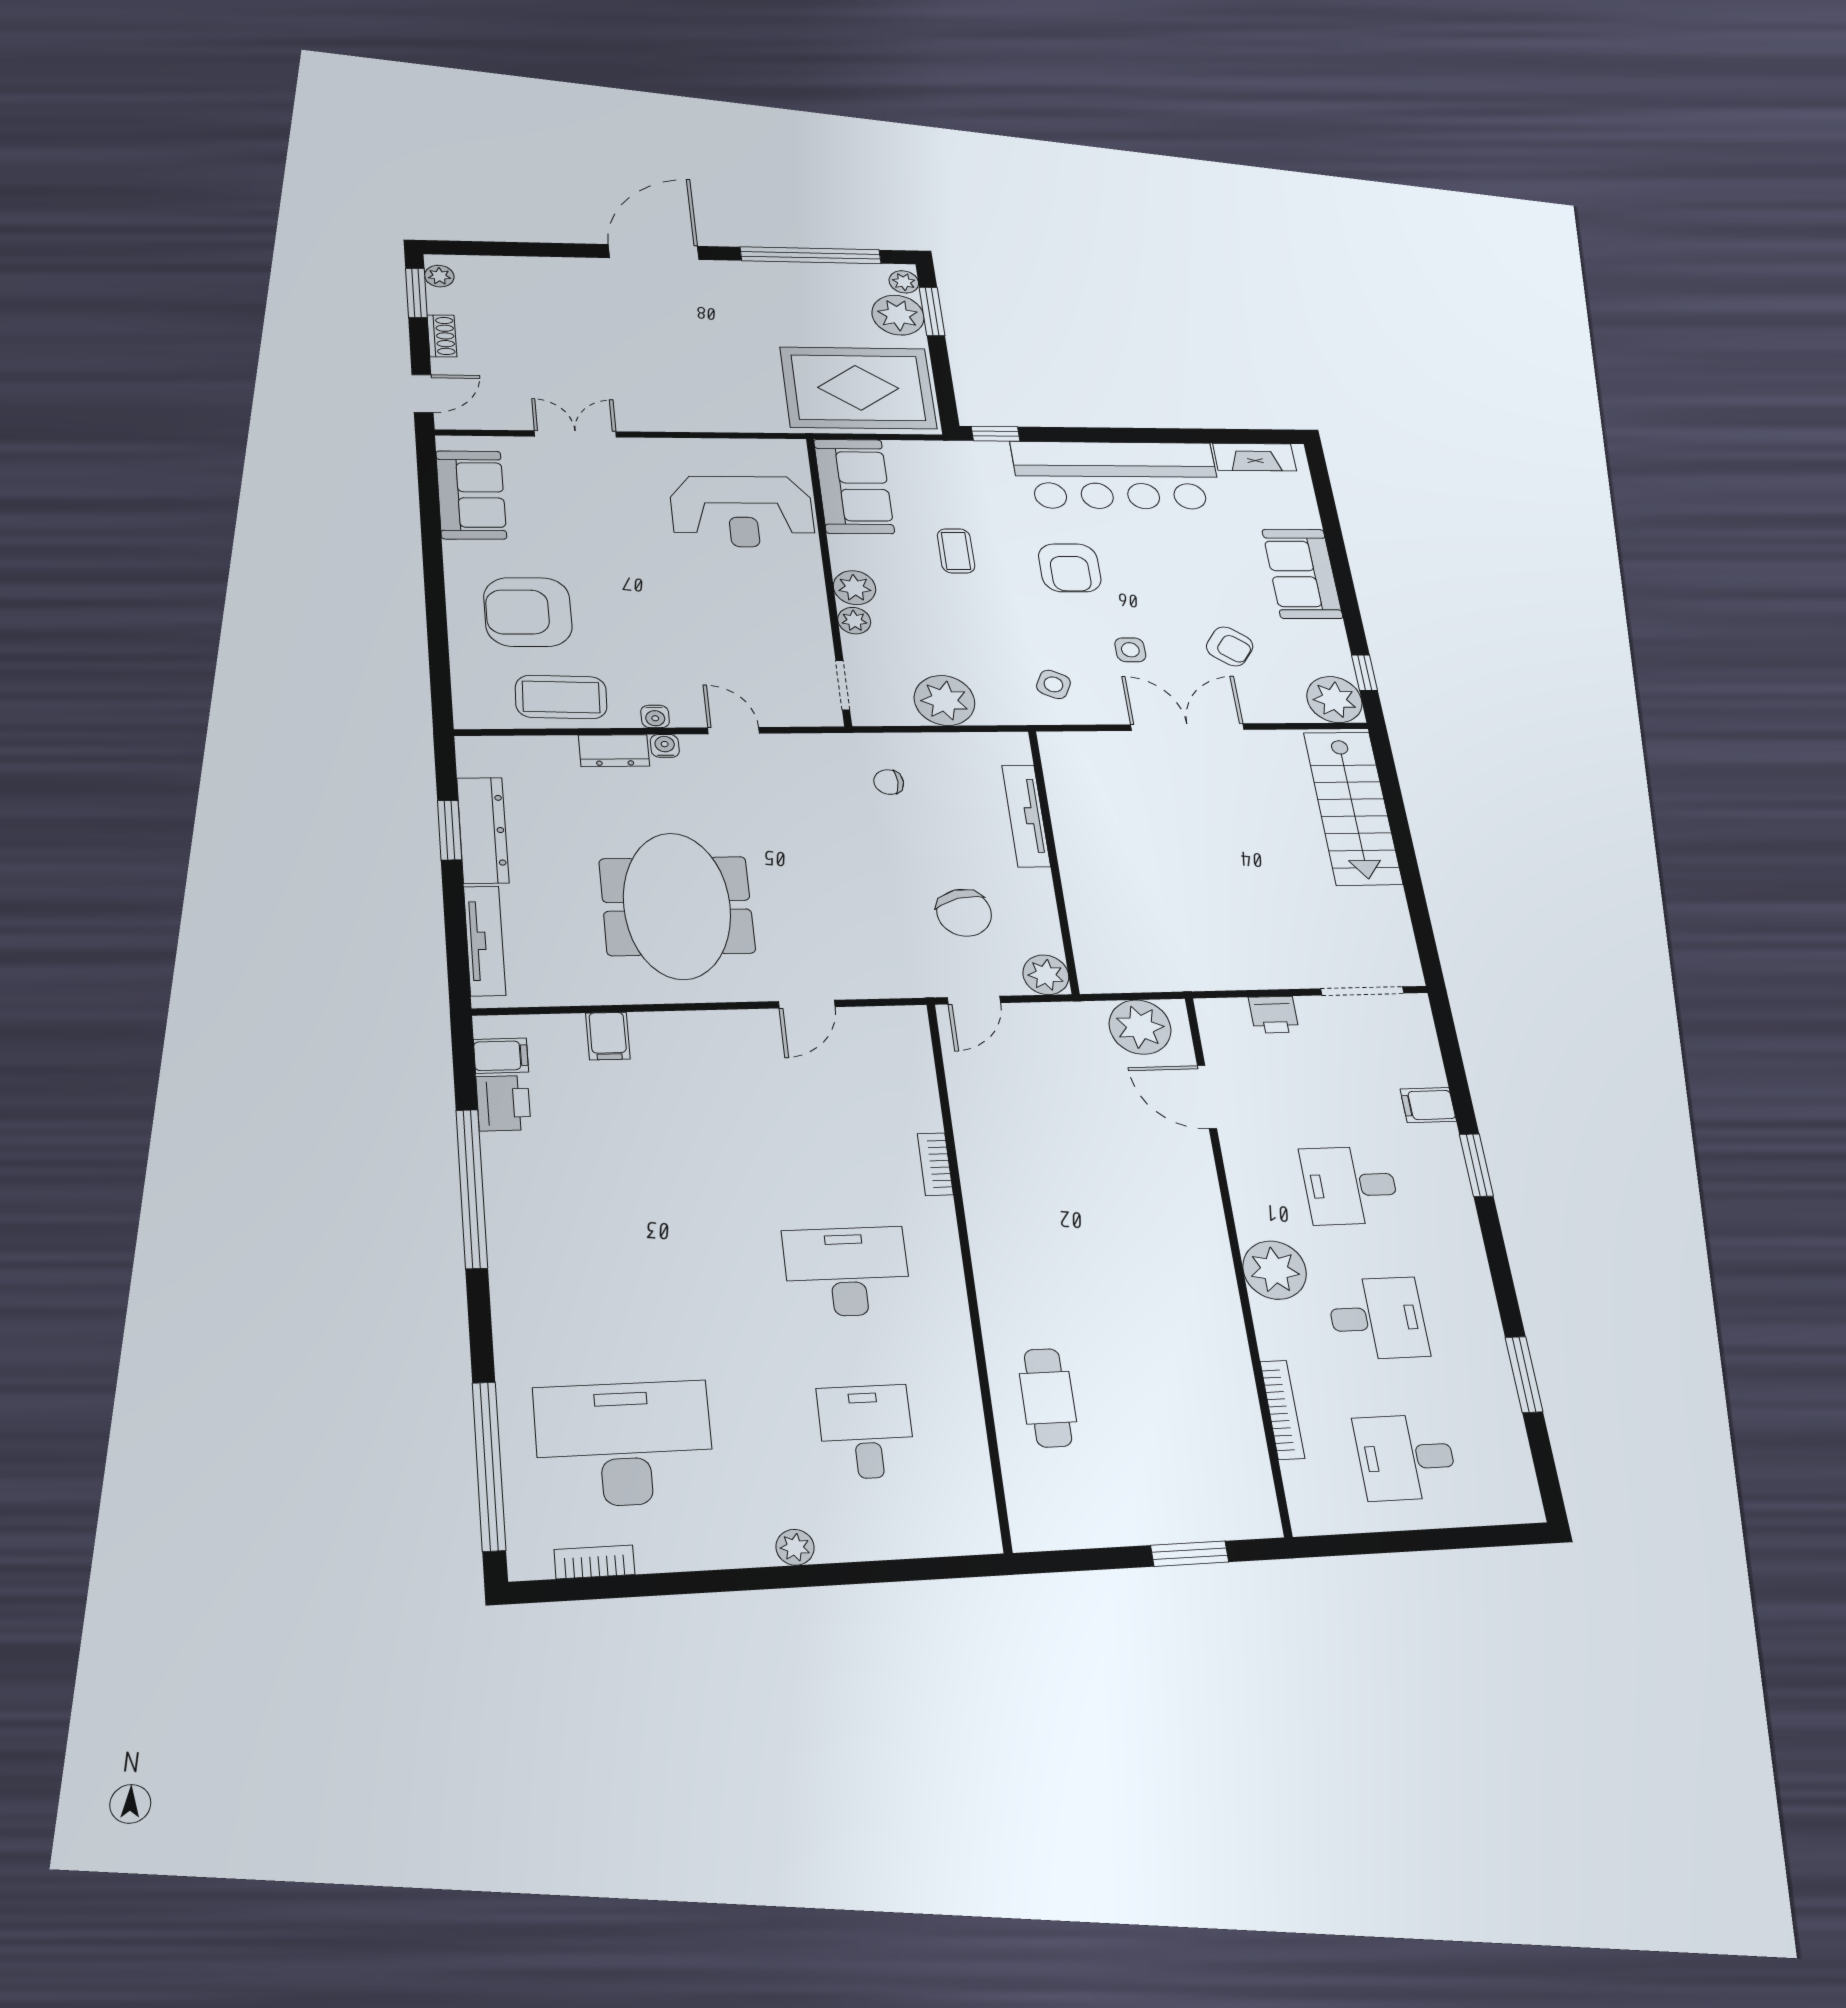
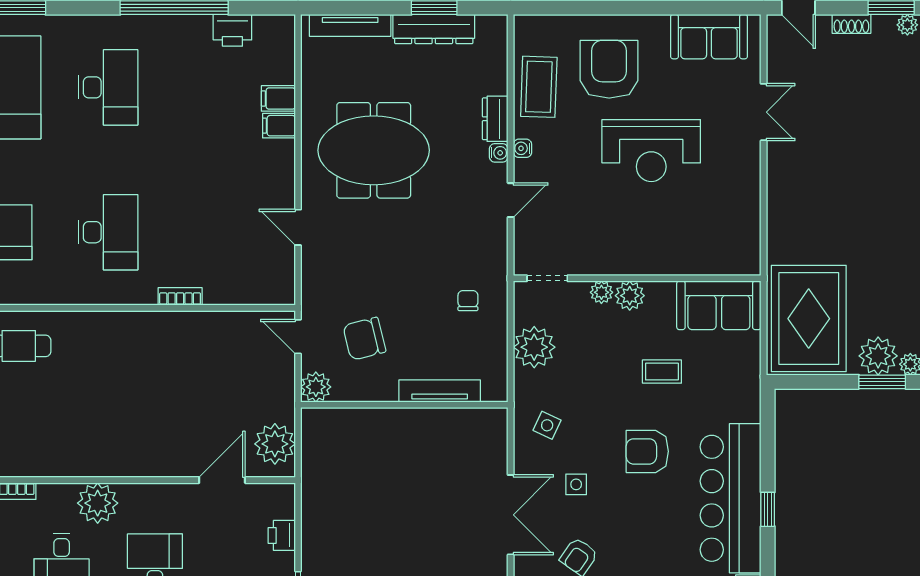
window: (996, 434) -> (768, 509), moved
reception desk: (742, 512) -> (651, 151), moved, turned -90
filing cabinet: (501, 1056) -> (279, 126), moved, turned 90
desk: (611, 1281) -> (108, 87), added

